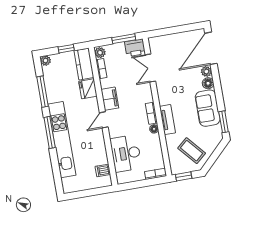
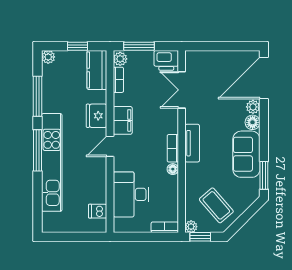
window: (124, 39) -> (139, 46), moved
fridge: (88, 89) -> (97, 116), moved
tv unit: (167, 120) -> (192, 143), moved
plant: (175, 170) -> (191, 227), added

